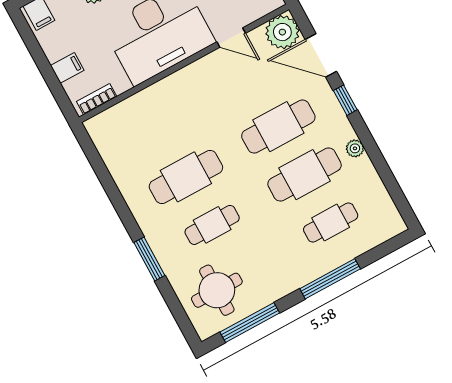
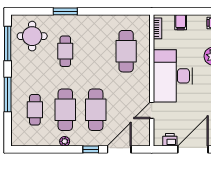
plant: (282, 32) -> (141, 137), removed
cafe table: (186, 177) -> (126, 51), moved

